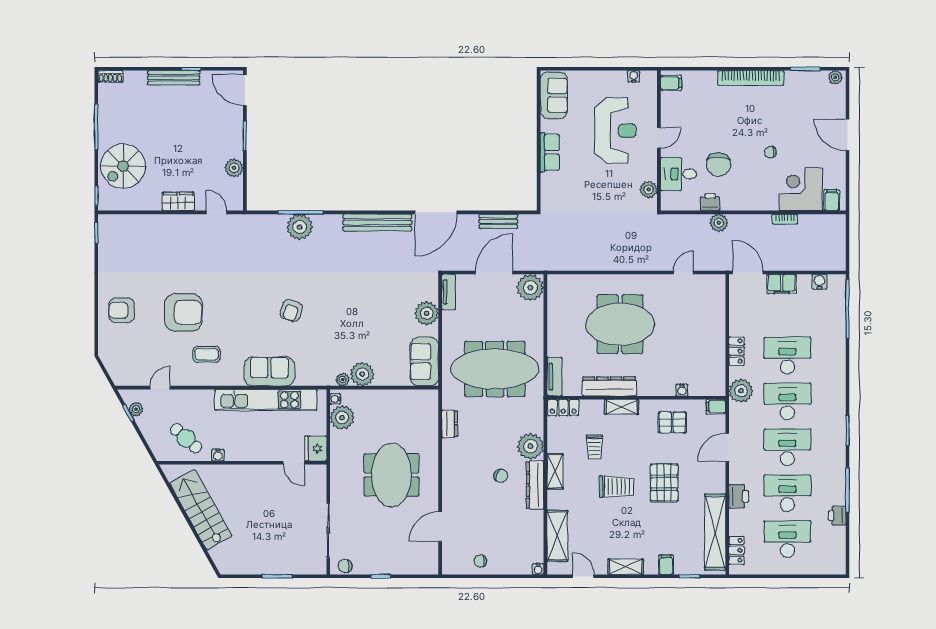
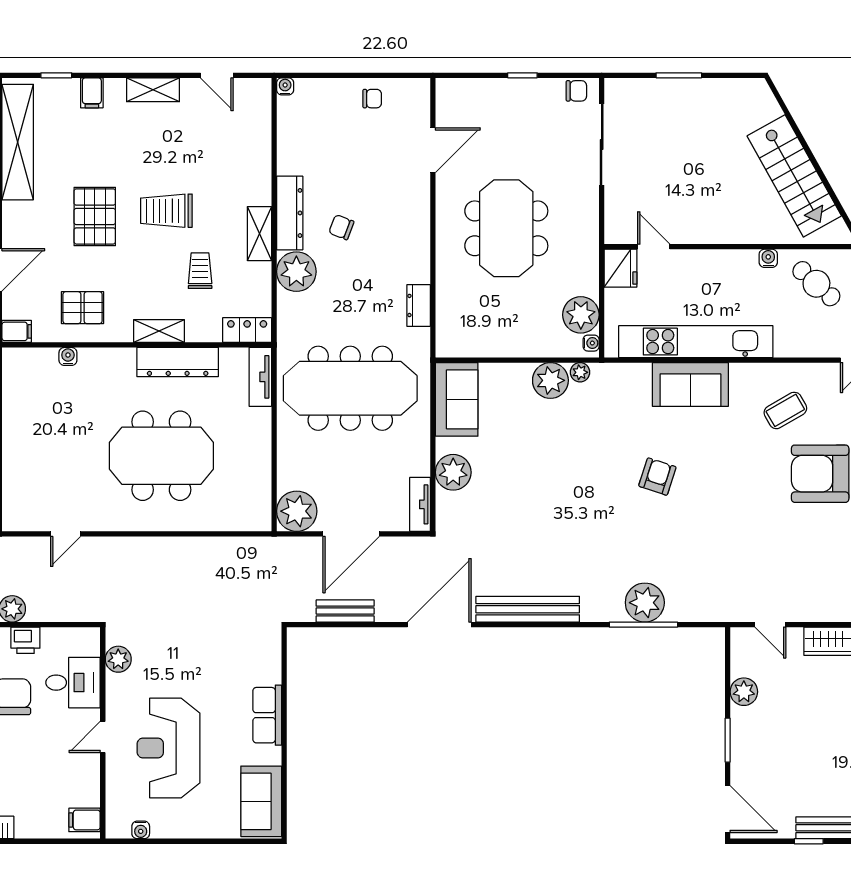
coffee table: (207, 354) -> (785, 410), turned -30
shelving: (557, 536) -> (256, 136), removed

